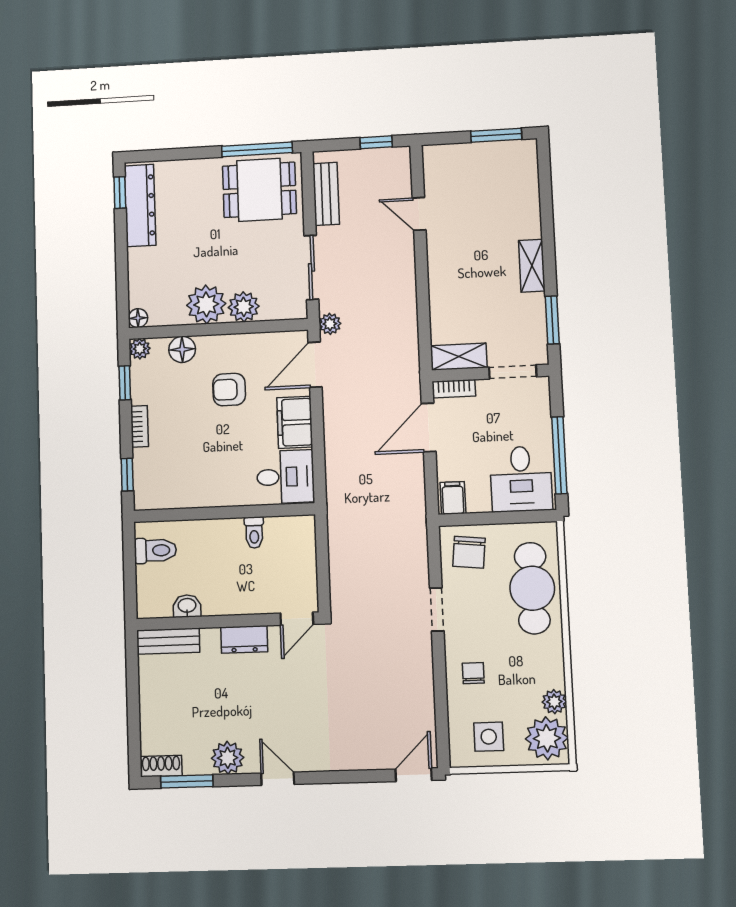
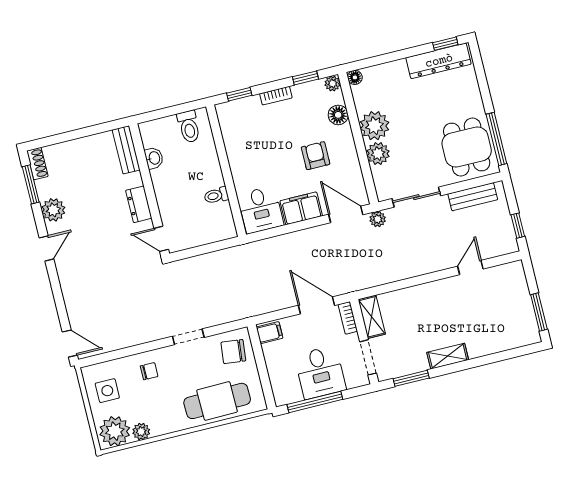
desk: (521, 479) -> (320, 372), moved, turned -90

